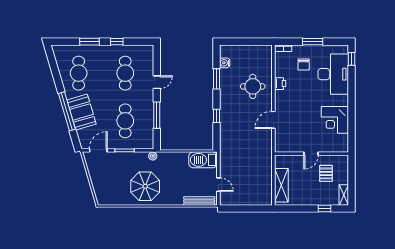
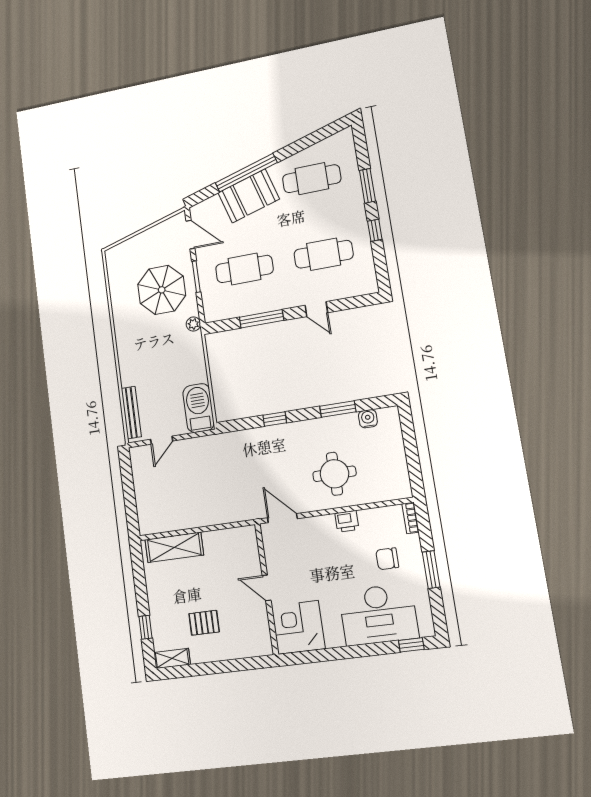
door: (311, 154) -> (267, 588), moved
wall: (312, 154) -> (267, 589), moved
parasol: (145, 186) -> (162, 290), moved

